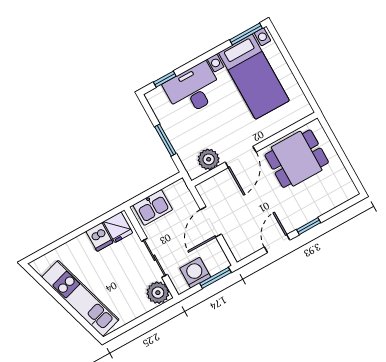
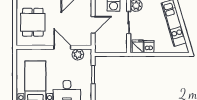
door: (241, 157) -> (62, 47), hinge flipped
dining table: (297, 159) -> (33, 22), moved, turned 90
kitchen sink: (153, 207) -> (116, 47), removed

